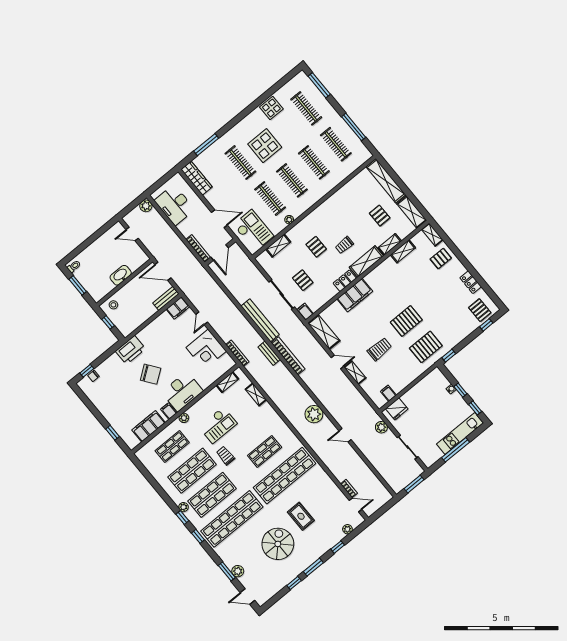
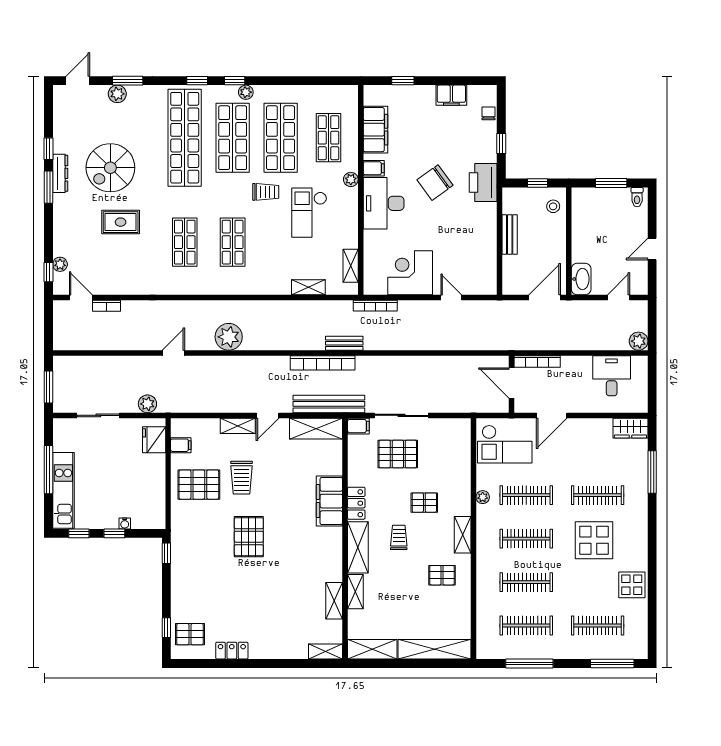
wardrobe: (197, 178) -> (630, 428), width x0.67
desk: (175, 205) -> (612, 376), width x0.73
pallet: (380, 216) -> (442, 575), moved
door: (94, 237) -> (652, 249), added
shelving: (278, 246) -> (463, 535), moved
pallet: (441, 259) -> (289, 638), removed
washbasin: (121, 275) -> (581, 279), moved
pallet: (303, 280) -> (398, 454), width x1.50, depth x1.42
bench: (166, 298) -> (510, 235), moved
filing cabinet: (178, 308) -> (451, 95), moved, turned -90
bench: (260, 320) -> (329, 404), moved
pallet: (426, 347) -> (199, 485), moved, turned 90
window: (87, 371) -> (501, 144), moved
shop shelf: (284, 476) -> (185, 242), width x0.50, depth x0.74
door: (355, 505) -> (81, 297), swing flipped
spiral stairs: (278, 544) -> (110, 168), turned 90
window: (338, 547) -> (48, 272), moved
dresser: (302, 567) -> (60, 173), added

